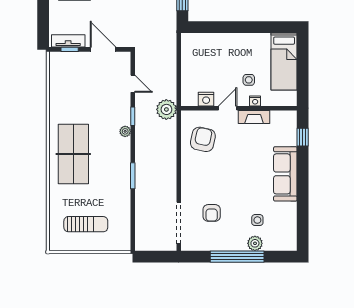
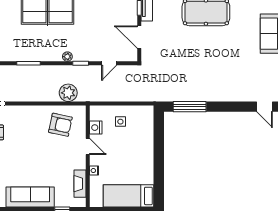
door: (103, 49) -> (139, 37), swing flipped
side table: (249, 80) -> (120, 122), moved
plant: (166, 109) -> (68, 93), moved
fireplace: (254, 117) -> (80, 184), moved

